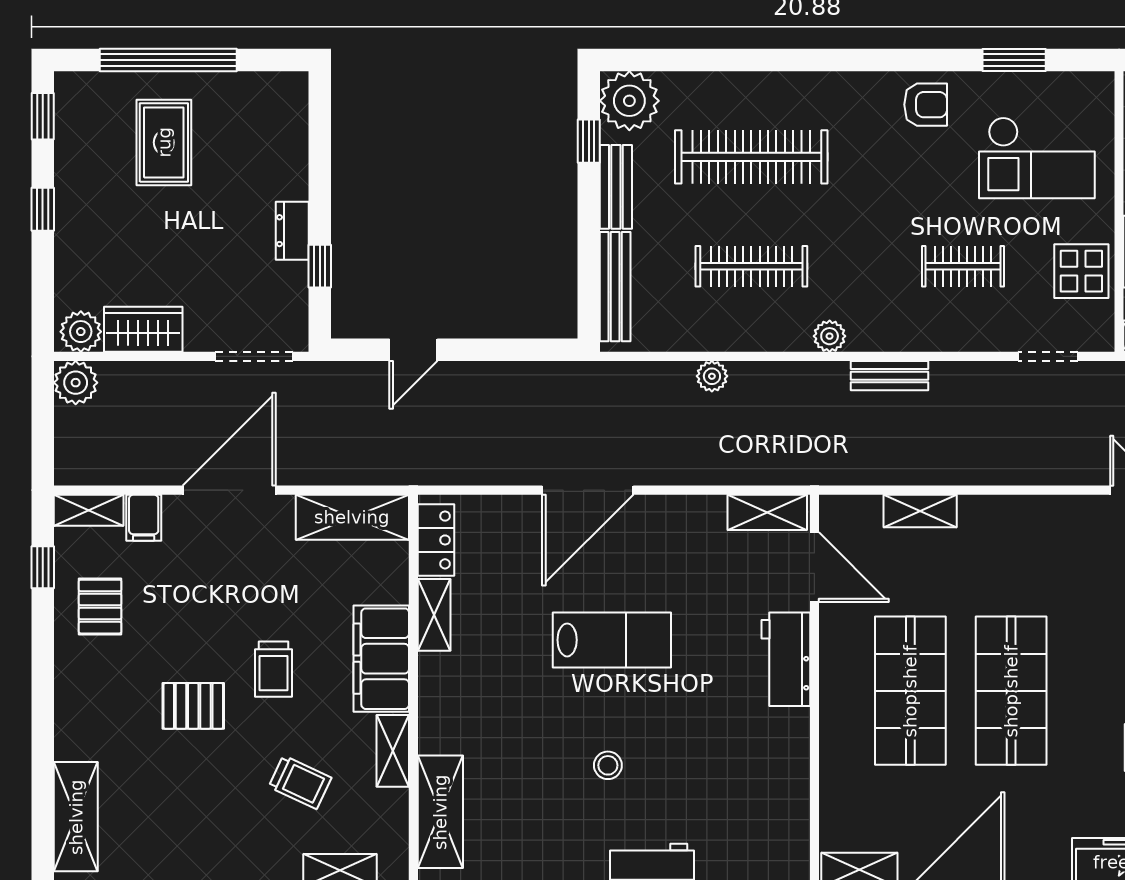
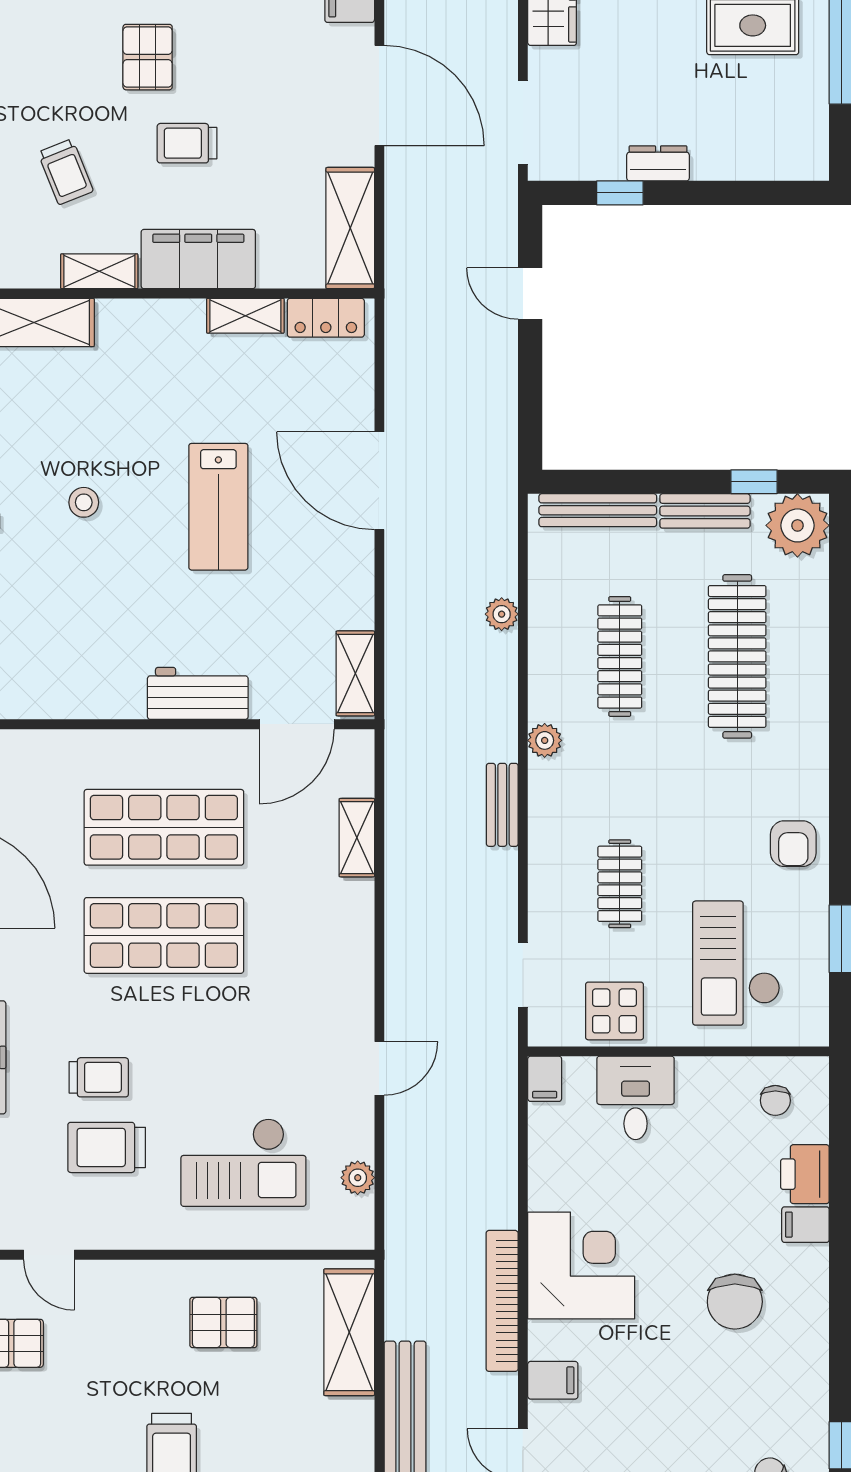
trolley: (300, 782) -> (66, 172), turned -47

